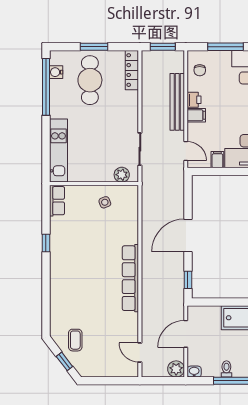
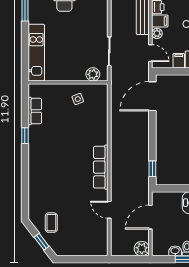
plant: (193, 129) -> (157, 33), added
row of seats: (57, 201) -> (35, 111), moved
door: (188, 235) -> (152, 96), moved
row of seats: (130, 278) -> (101, 167), width x0.73
door: (140, 352) -> (109, 210), moved
washbasin: (194, 372) -> (175, 251), moved

